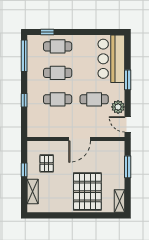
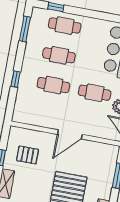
window: (24, 56) -> (25, 29), width x0.69
pallet: (47, 163) -> (27, 155), turned 90

